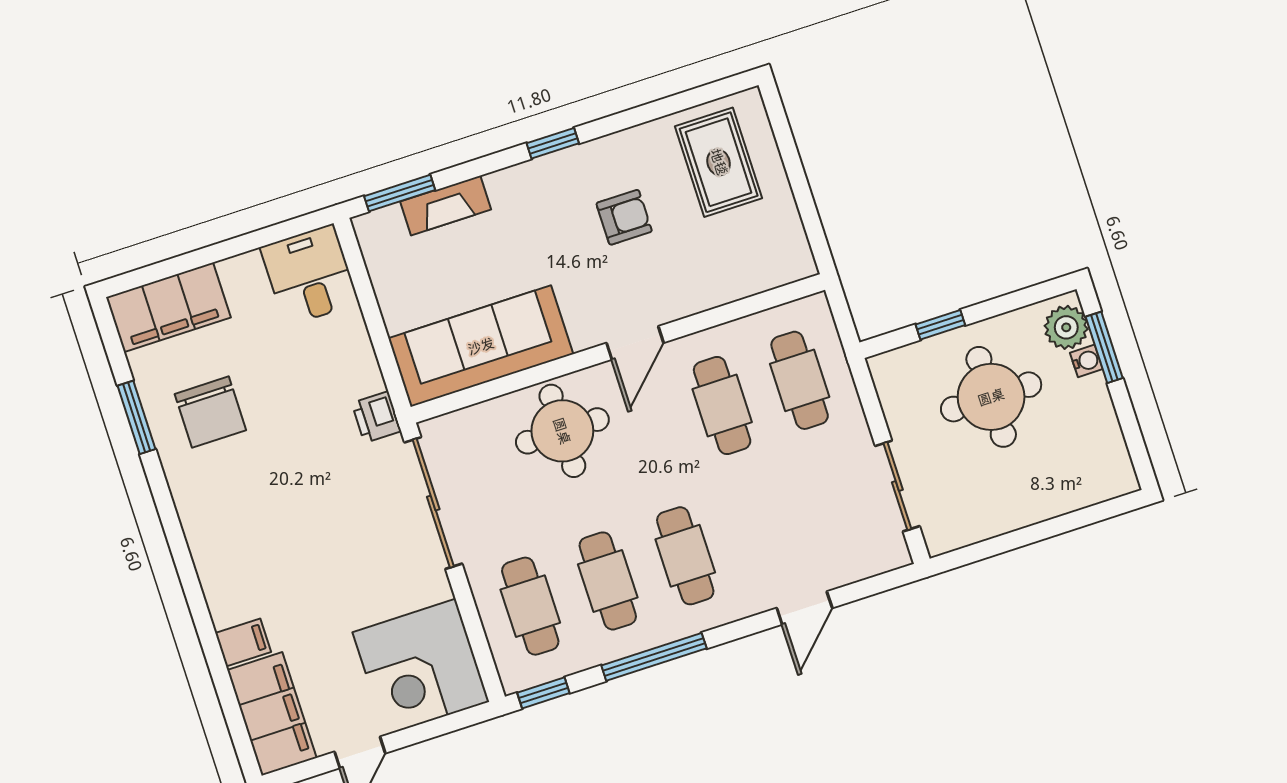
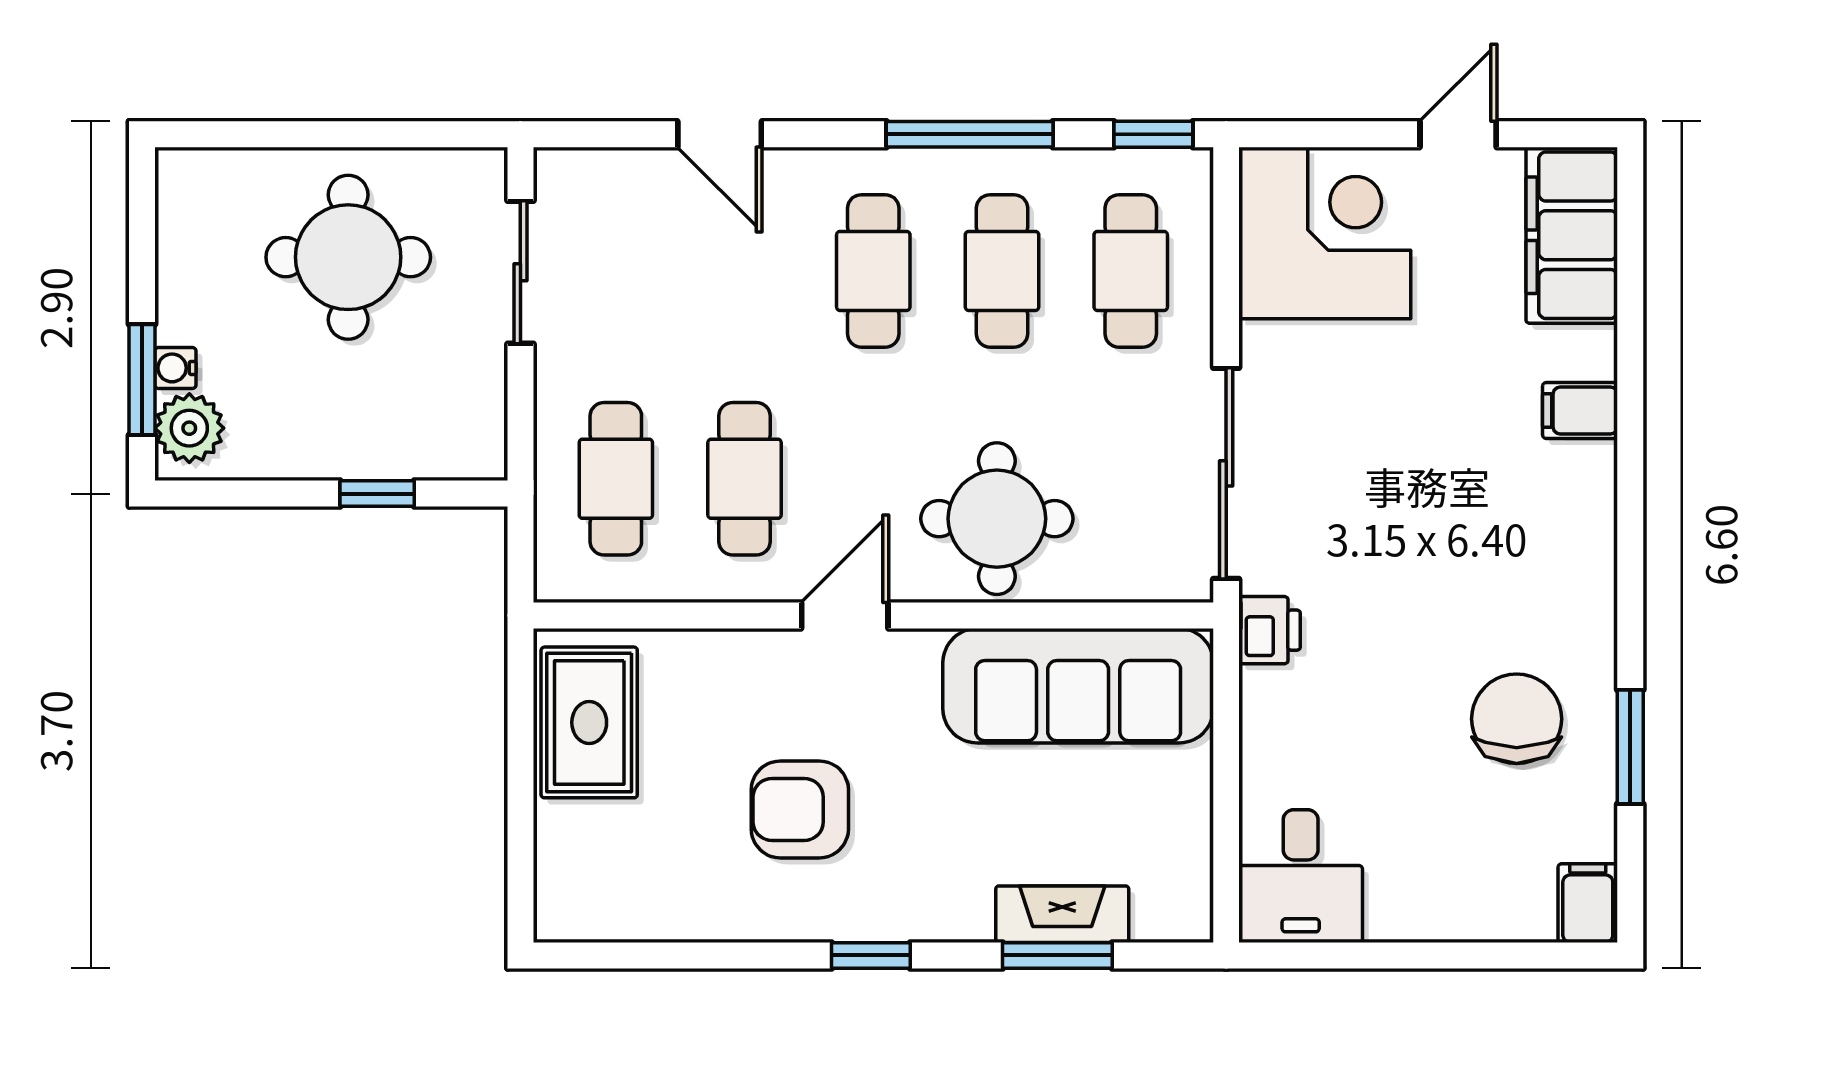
rug: (719, 162) -> (589, 722), moved
window: (400, 193) -> (1057, 955), moved
armchair: (624, 217) -> (800, 809), width x1.38, depth x1.38
filing cabinet: (168, 307) -> (1588, 903), width x0.33, depth x0.86
round table: (991, 397) -> (348, 257), moved
door: (804, 608) -> (720, 134), swing flipped
filing cabinet: (243, 643) -> (1580, 411), moved

